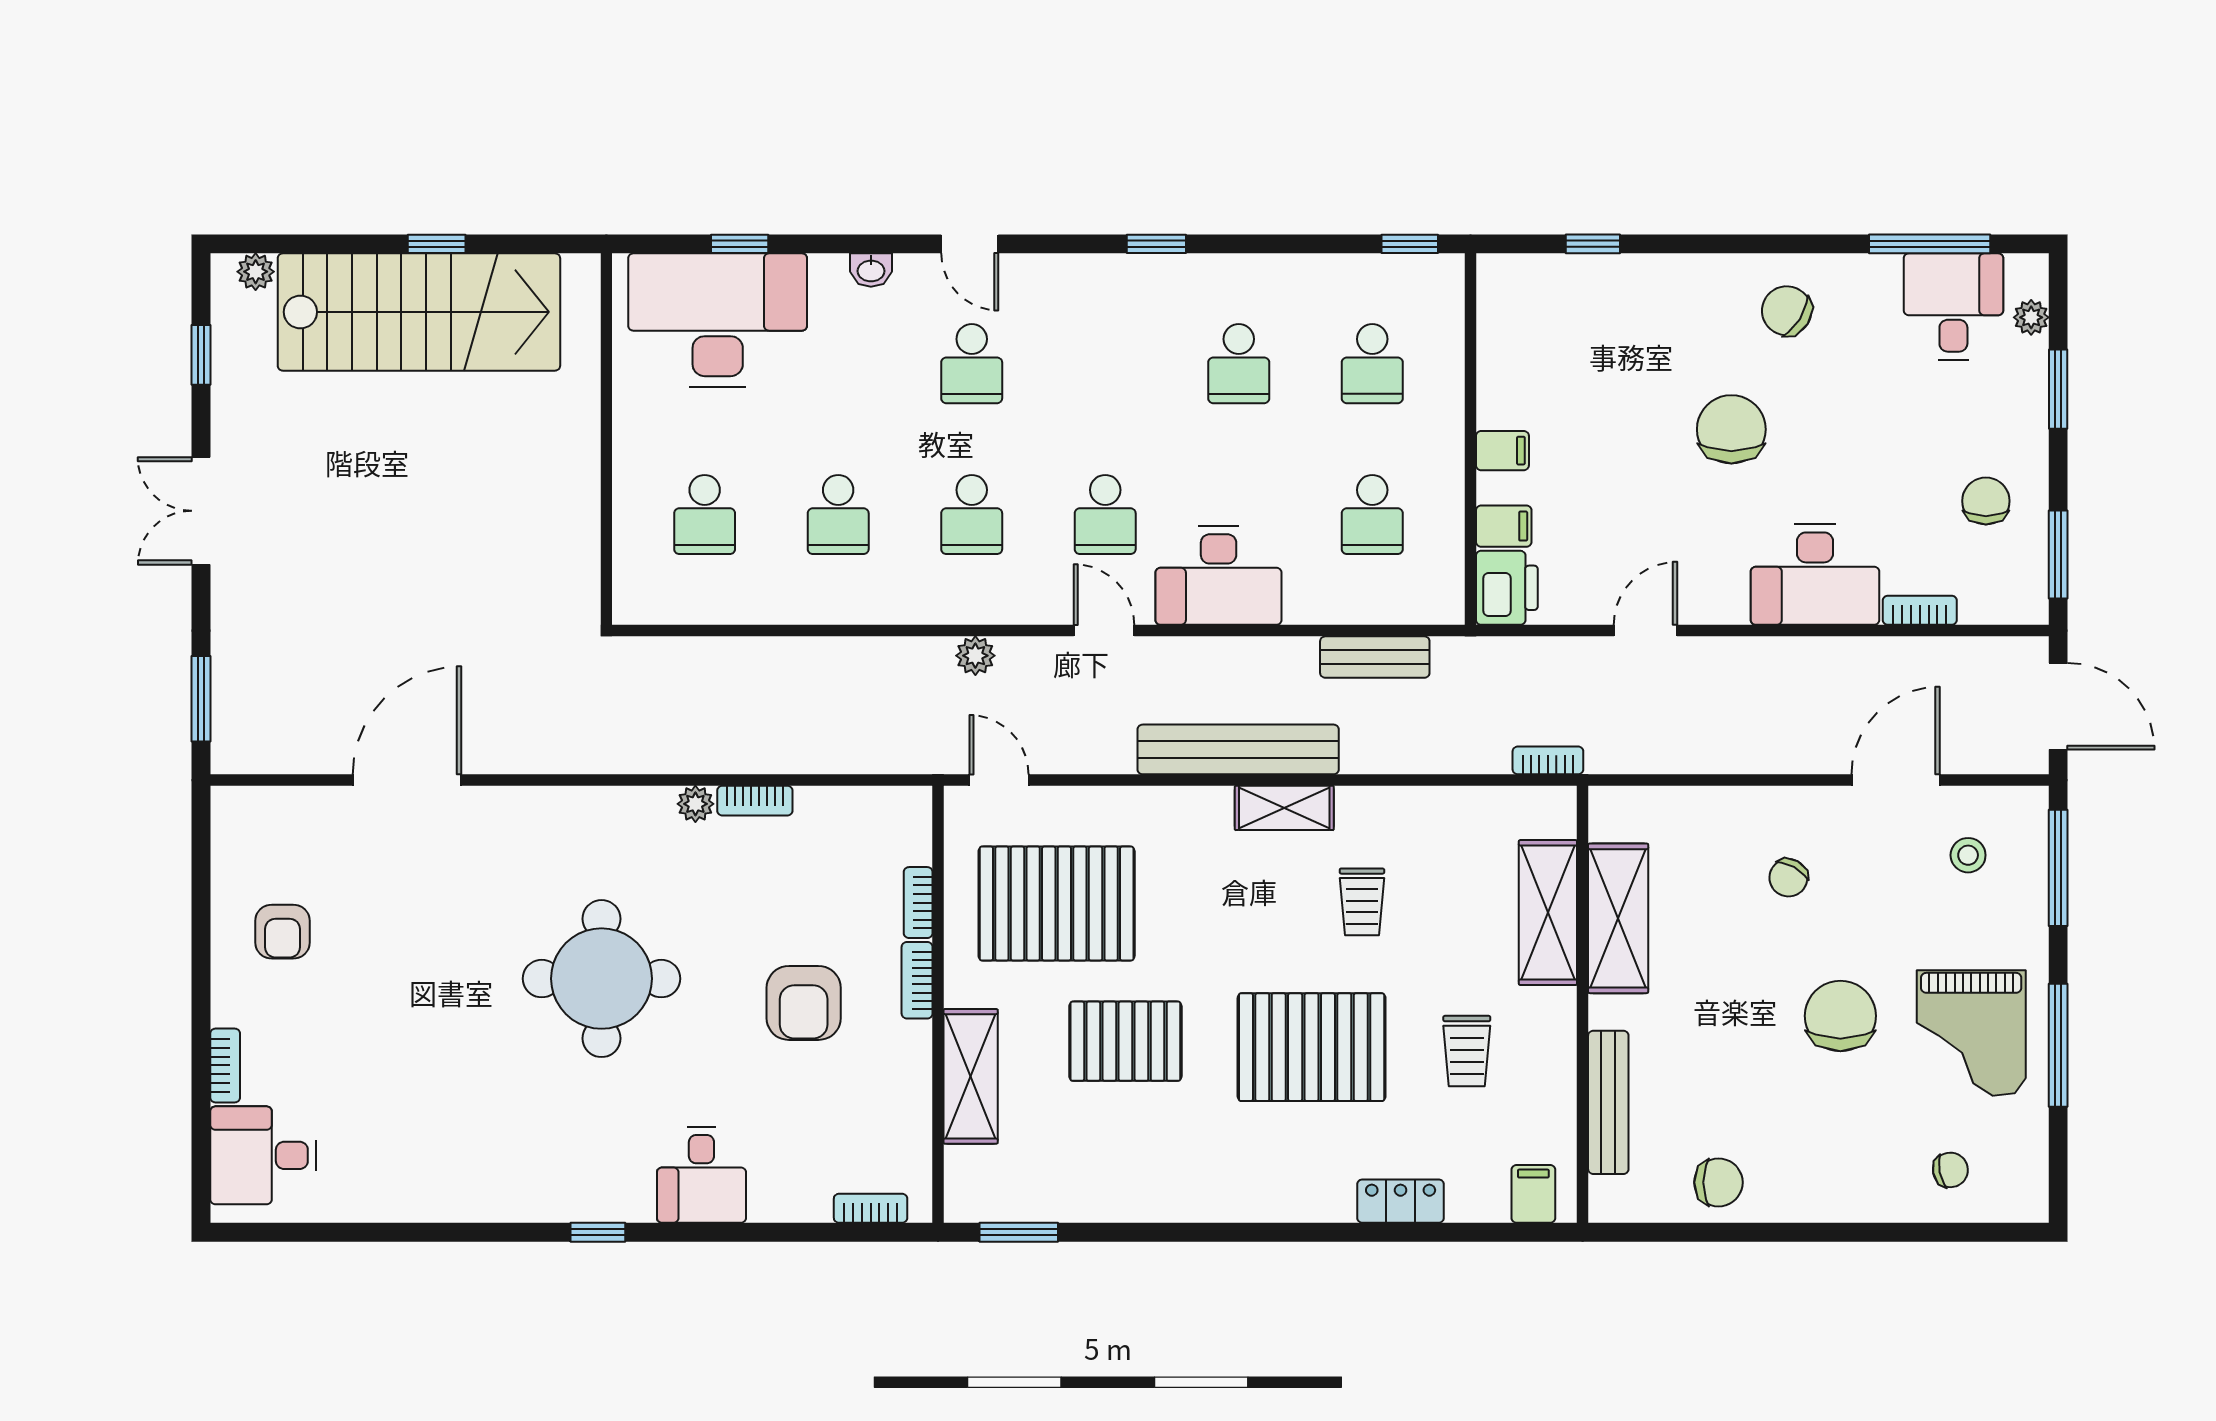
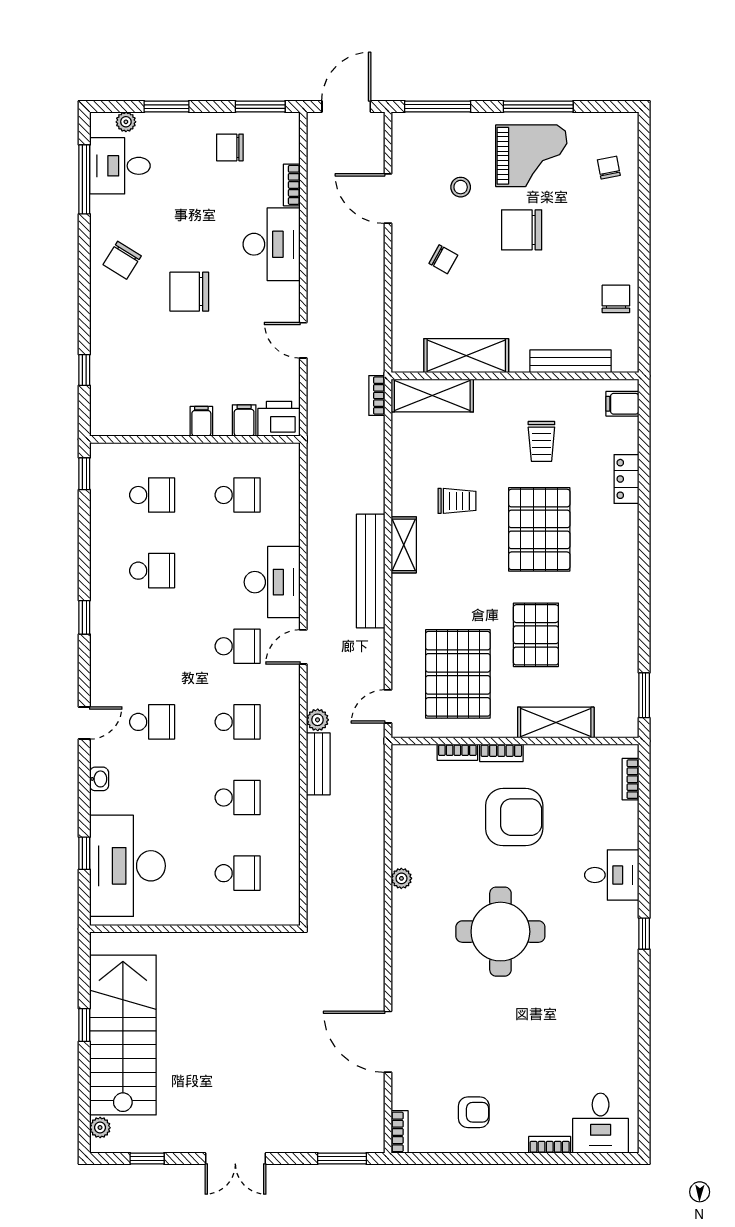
bench: (1375, 657) -> (318, 764), moved
bookcase: (755, 801) -> (400, 1132), moved
stool: (1968, 855) -> (461, 187), moved
shelving: (1548, 913) -> (432, 395), moved
armchair: (804, 1003) -> (514, 817), width x1.36, depth x1.36
trolley: (1467, 1051) -> (541, 441), turned 90

